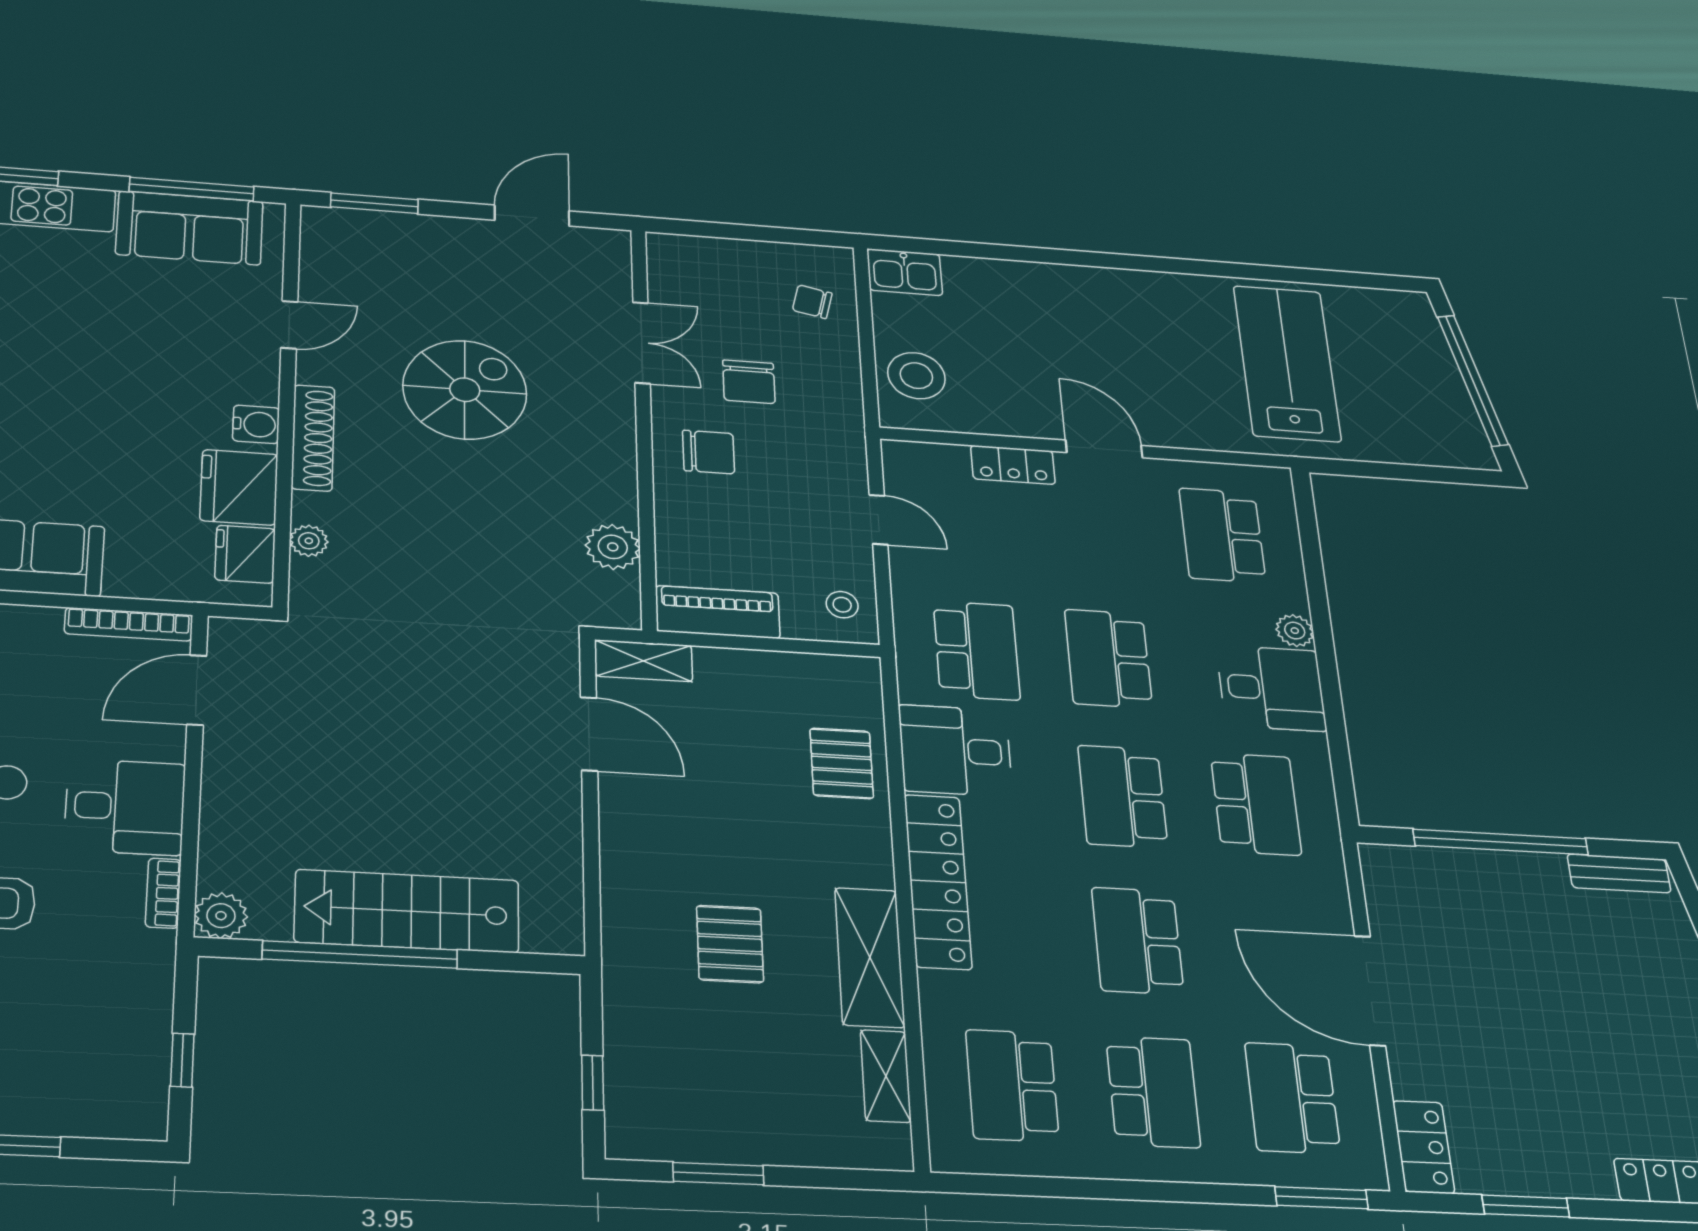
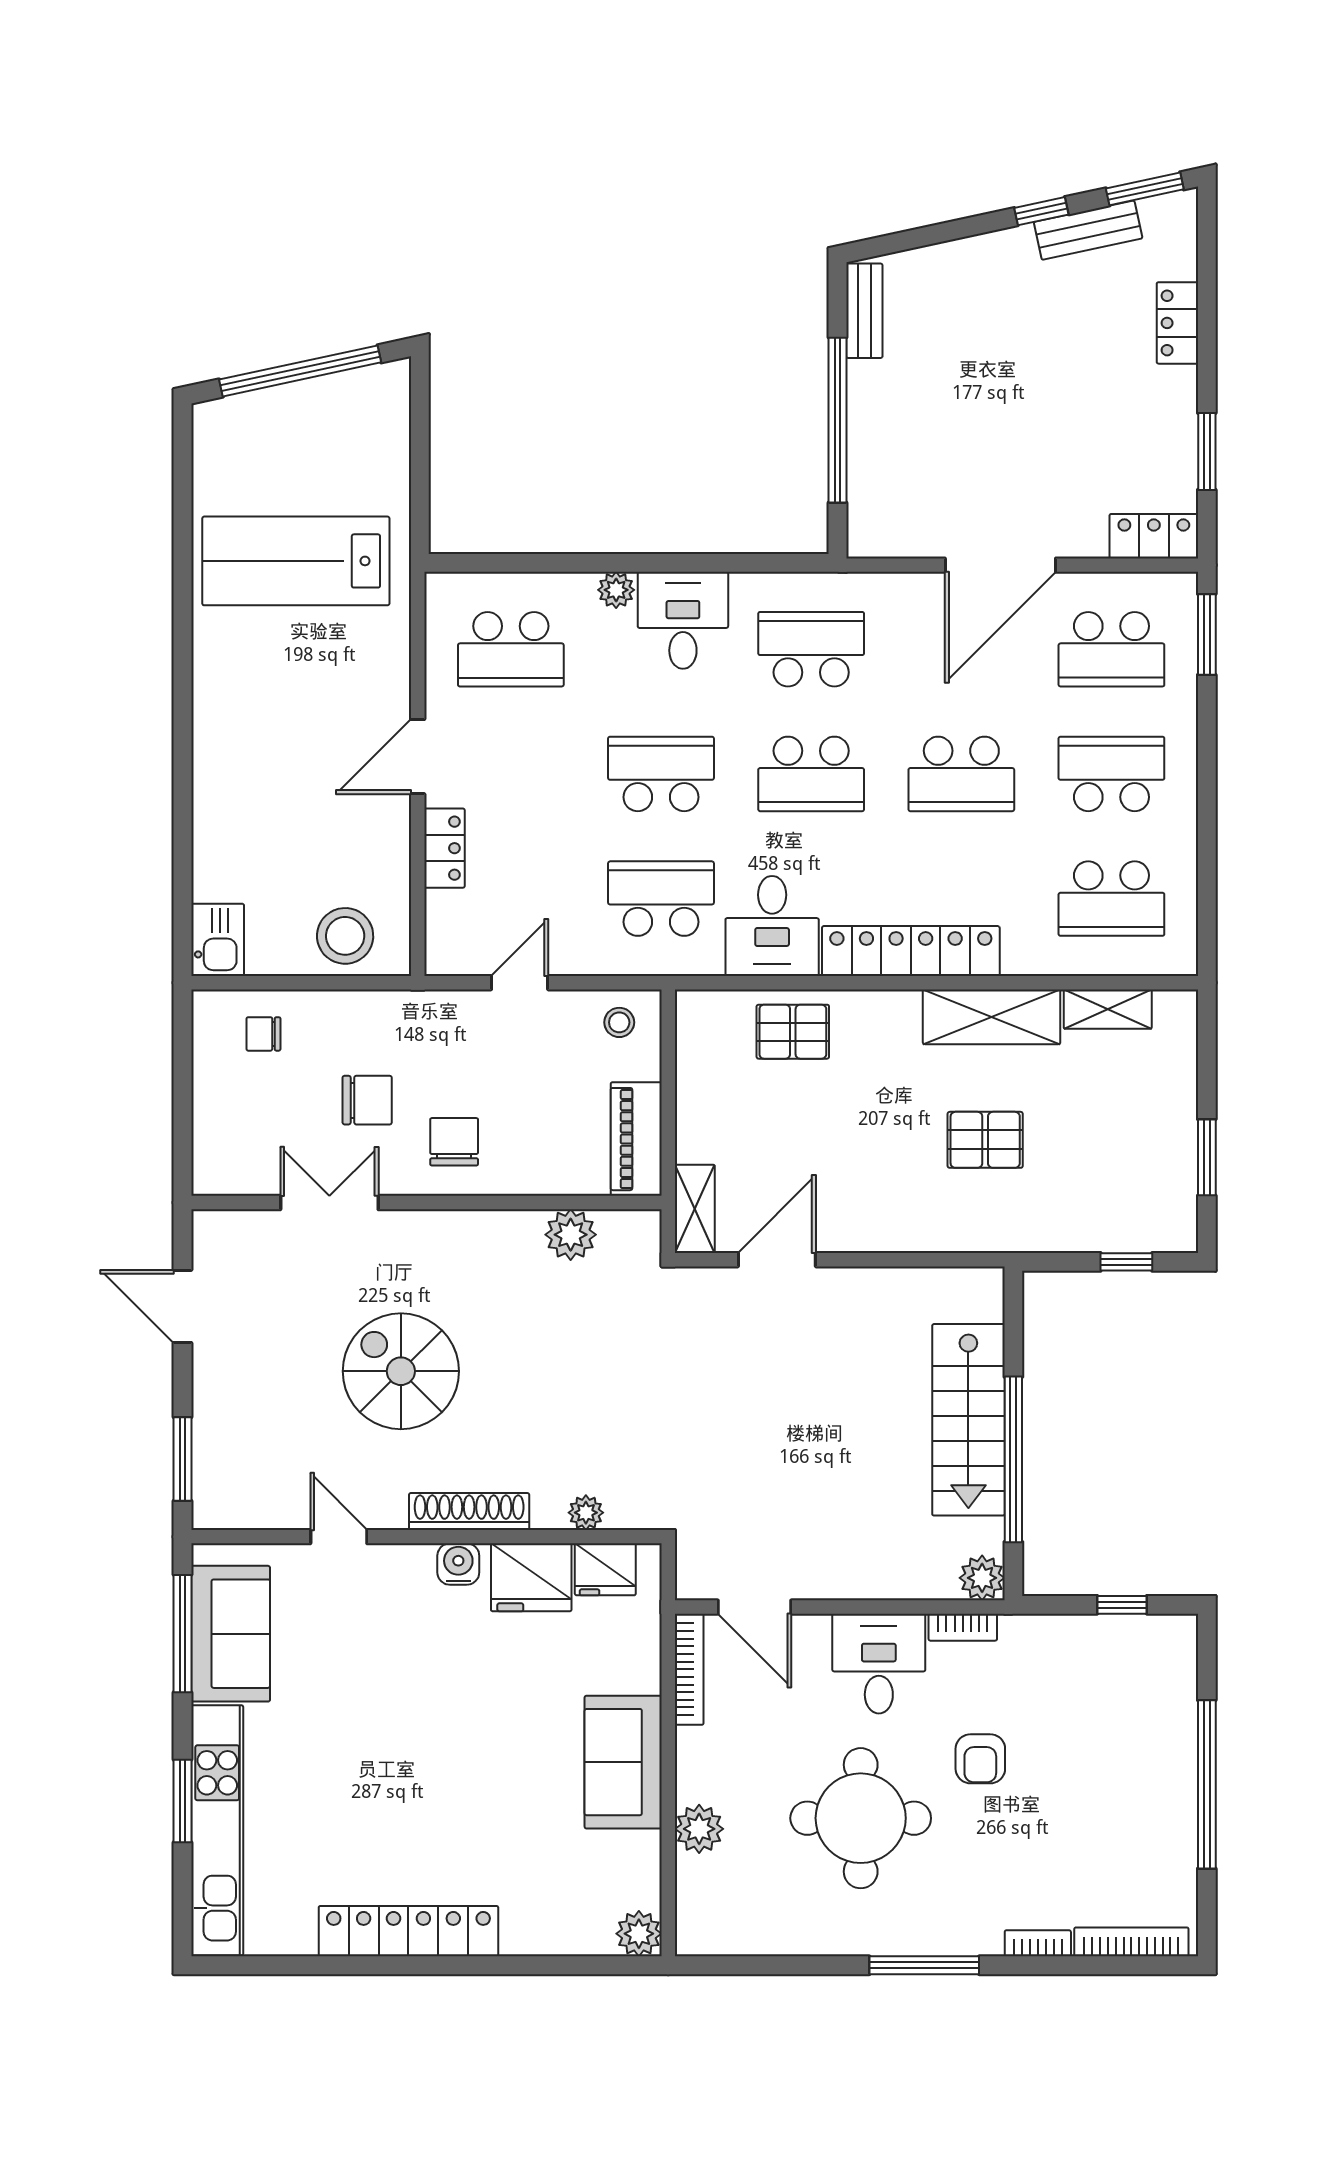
chair: (812, 302) -> (263, 1034), turned 77
school desk: (1108, 659) -> (661, 774), turned 180

